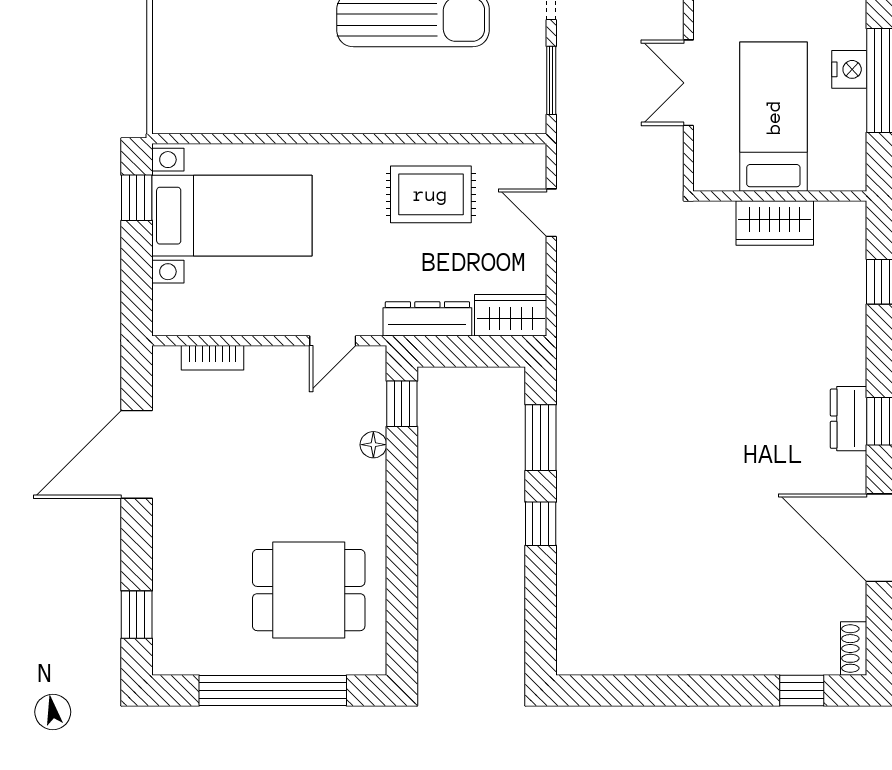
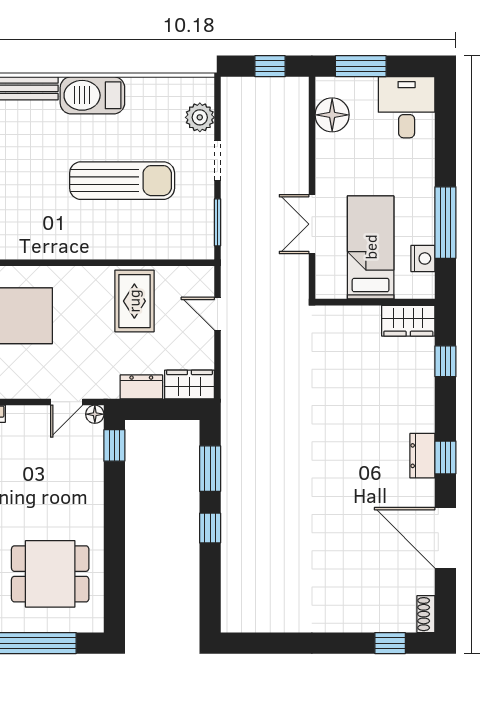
nightstand: (849, 69) -> (423, 258), moved
rug: (431, 194) -> (134, 301), turned 90
wardrobe: (775, 223) -> (408, 321), moved
dresser: (427, 319) -> (141, 387), width x0.70
floor lamp: (373, 445) -> (95, 414), moved

